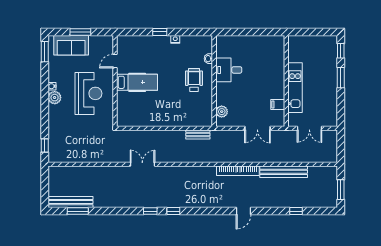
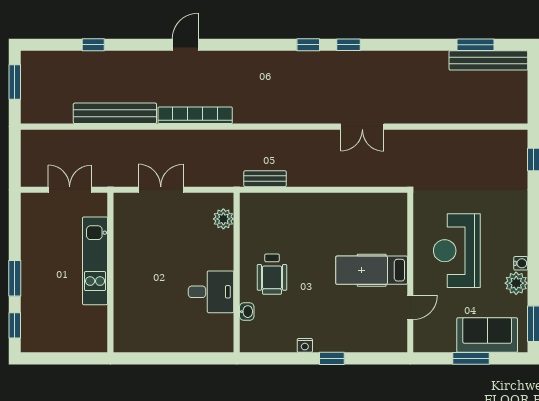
plant: (55, 98) -> (516, 283), moved
filing cabinet: (278, 104) -> (125, 231), removed

